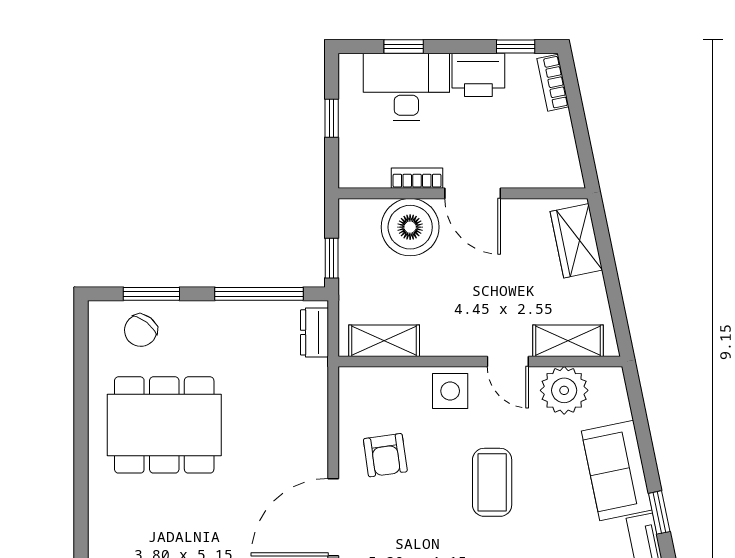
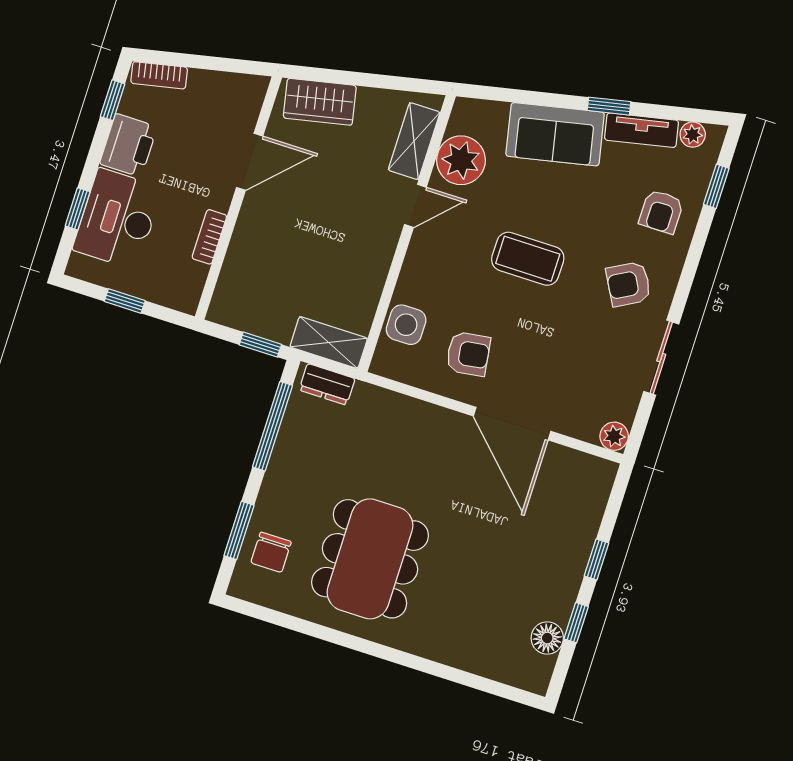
door: (473, 193) -> (250, 162), moved
boiler: (410, 227) -> (255, 259), removed
chair: (141, 330) -> (271, 552), turned 52
shelving: (384, 341) -> (329, 342), moved, turned 90
side table: (450, 391) -> (406, 325), moved

